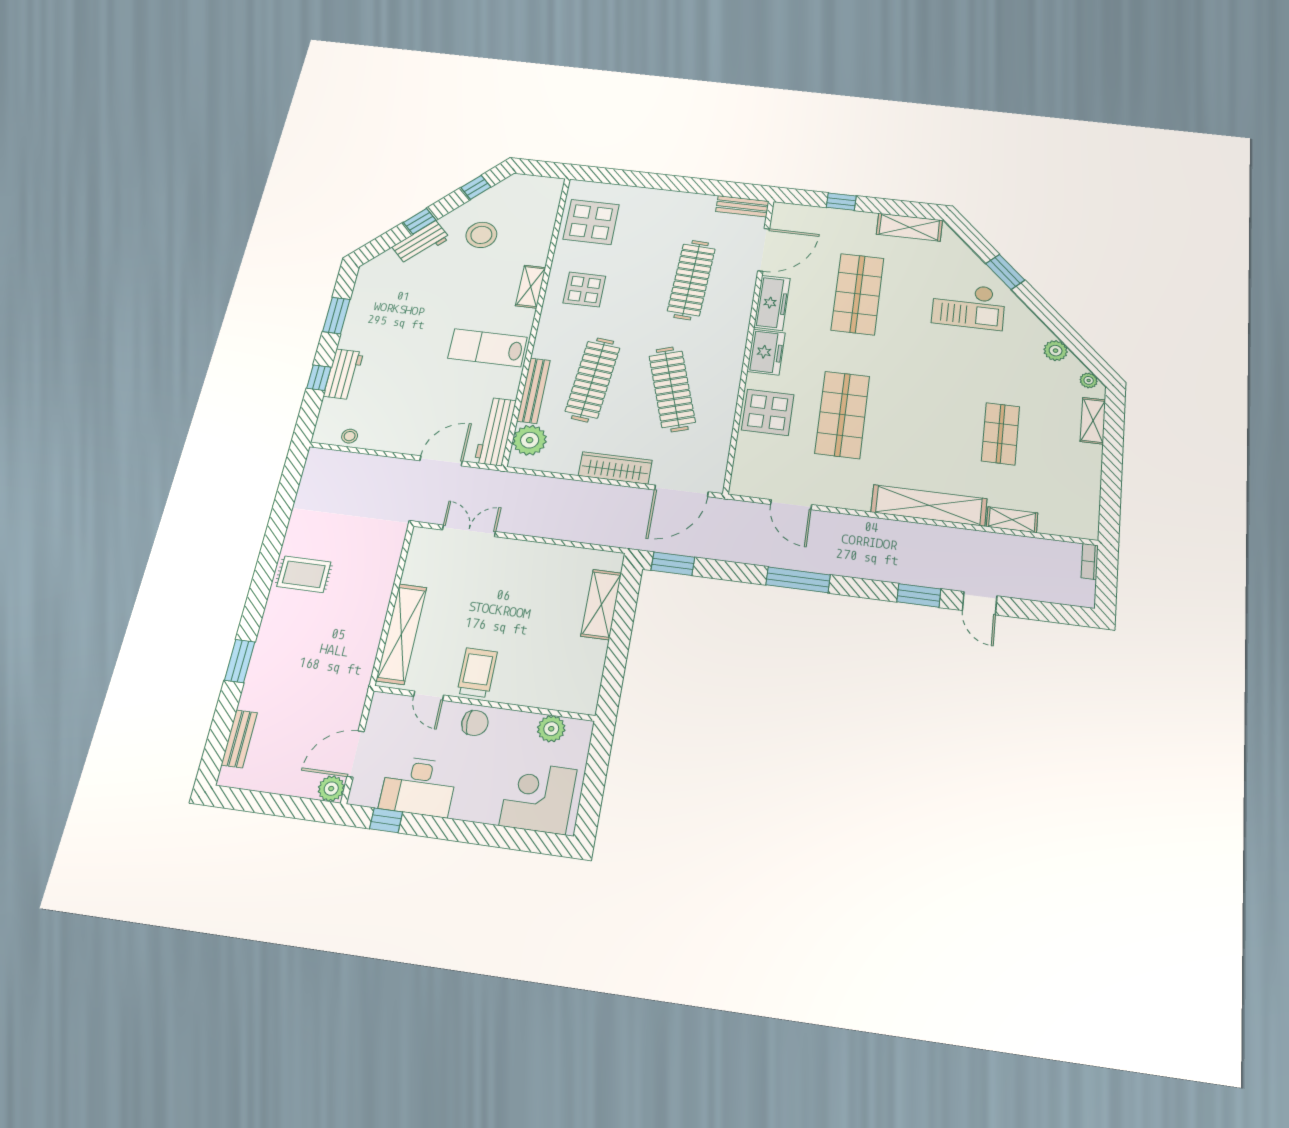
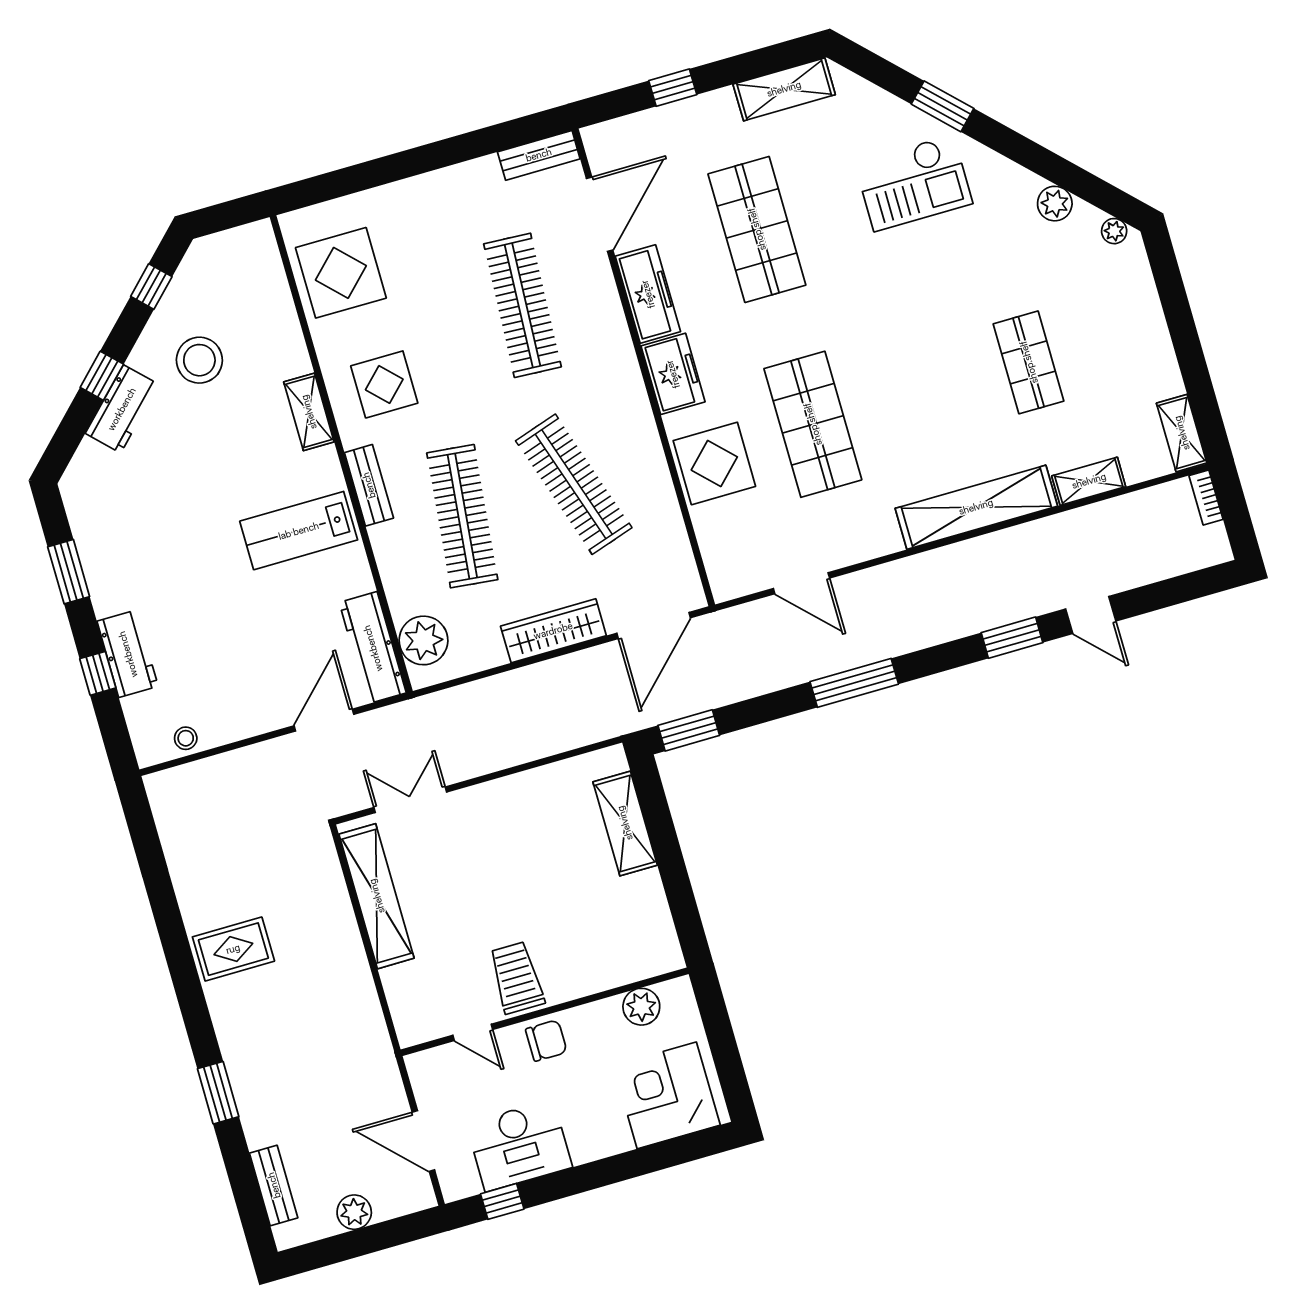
bench: (533, 391) -> (369, 485), moved, width x0.73
shelving: (1093, 421) -> (1182, 433), moved
shelving: (402, 634) -> (377, 896), moved
door: (356, 754) -> (423, 1141), hinge flipped
plant: (331, 789) -> (354, 1212), moved

